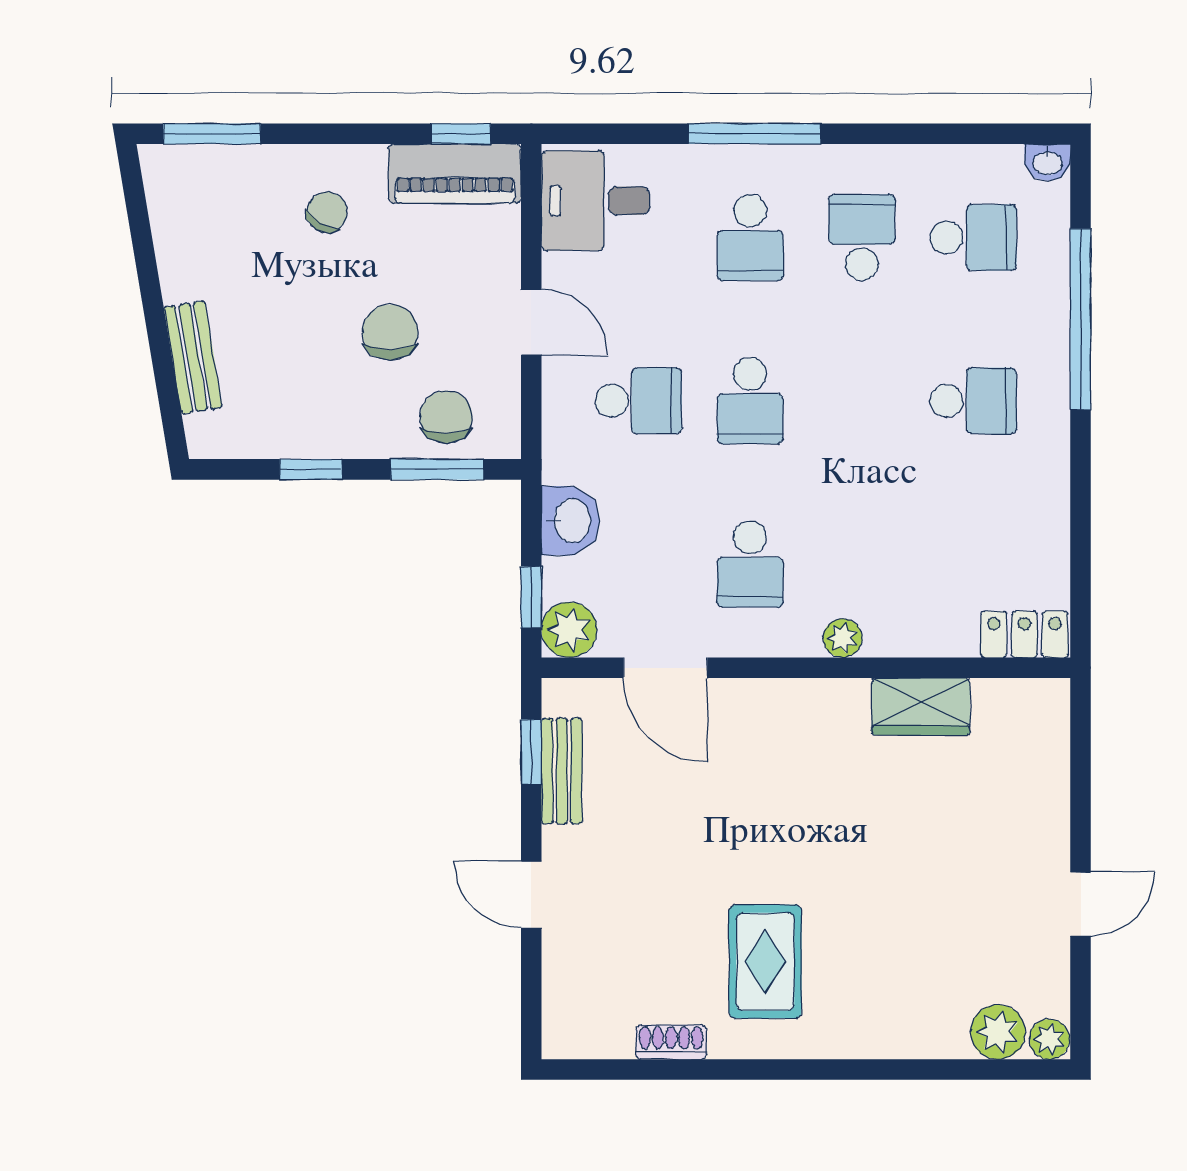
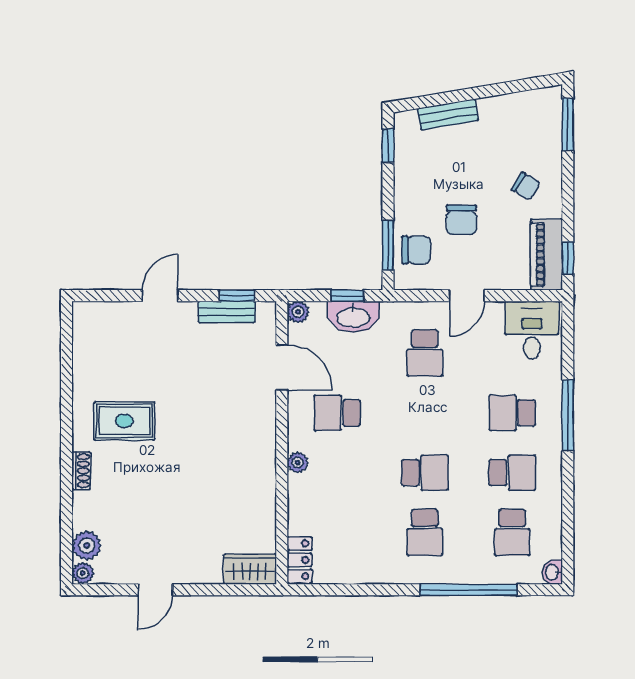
chair: (390, 332) -> (461, 220), turned 90
school desk: (750, 401) -> (425, 473), moved, turned 180
window: (311, 469) -> (388, 145), moved
washbasin: (571, 521) -> (353, 317), width x1.38
window: (531, 597) -> (347, 296), moved
plant: (569, 630) -> (298, 312), width x0.73, depth x0.73
door: (665, 668) -> (282, 367), swing flipped
wardrobe: (921, 706) -> (250, 569), moved, turned 90
door: (1081, 904) -> (155, 590), hinge flipped
shoe rack: (671, 1042) -> (81, 471), moved

